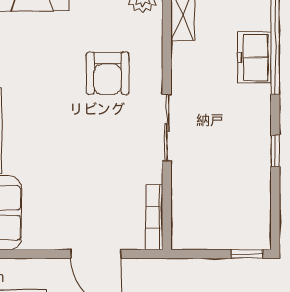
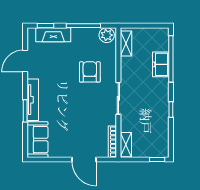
armchair: (108, 73) -> (90, 72), turned 180
shelving: (182, 223) -> (126, 145), added

